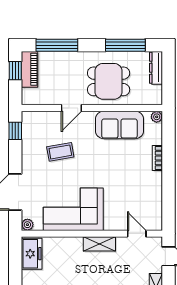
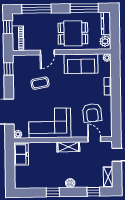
piano: (30, 69) -> (18, 38), moved
plant: (155, 93) -> (105, 41), added
armchair: (134, 196) -> (92, 113), added

